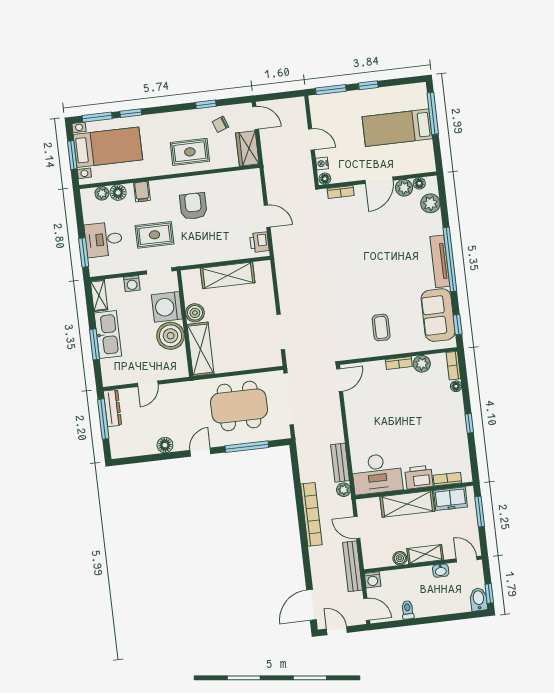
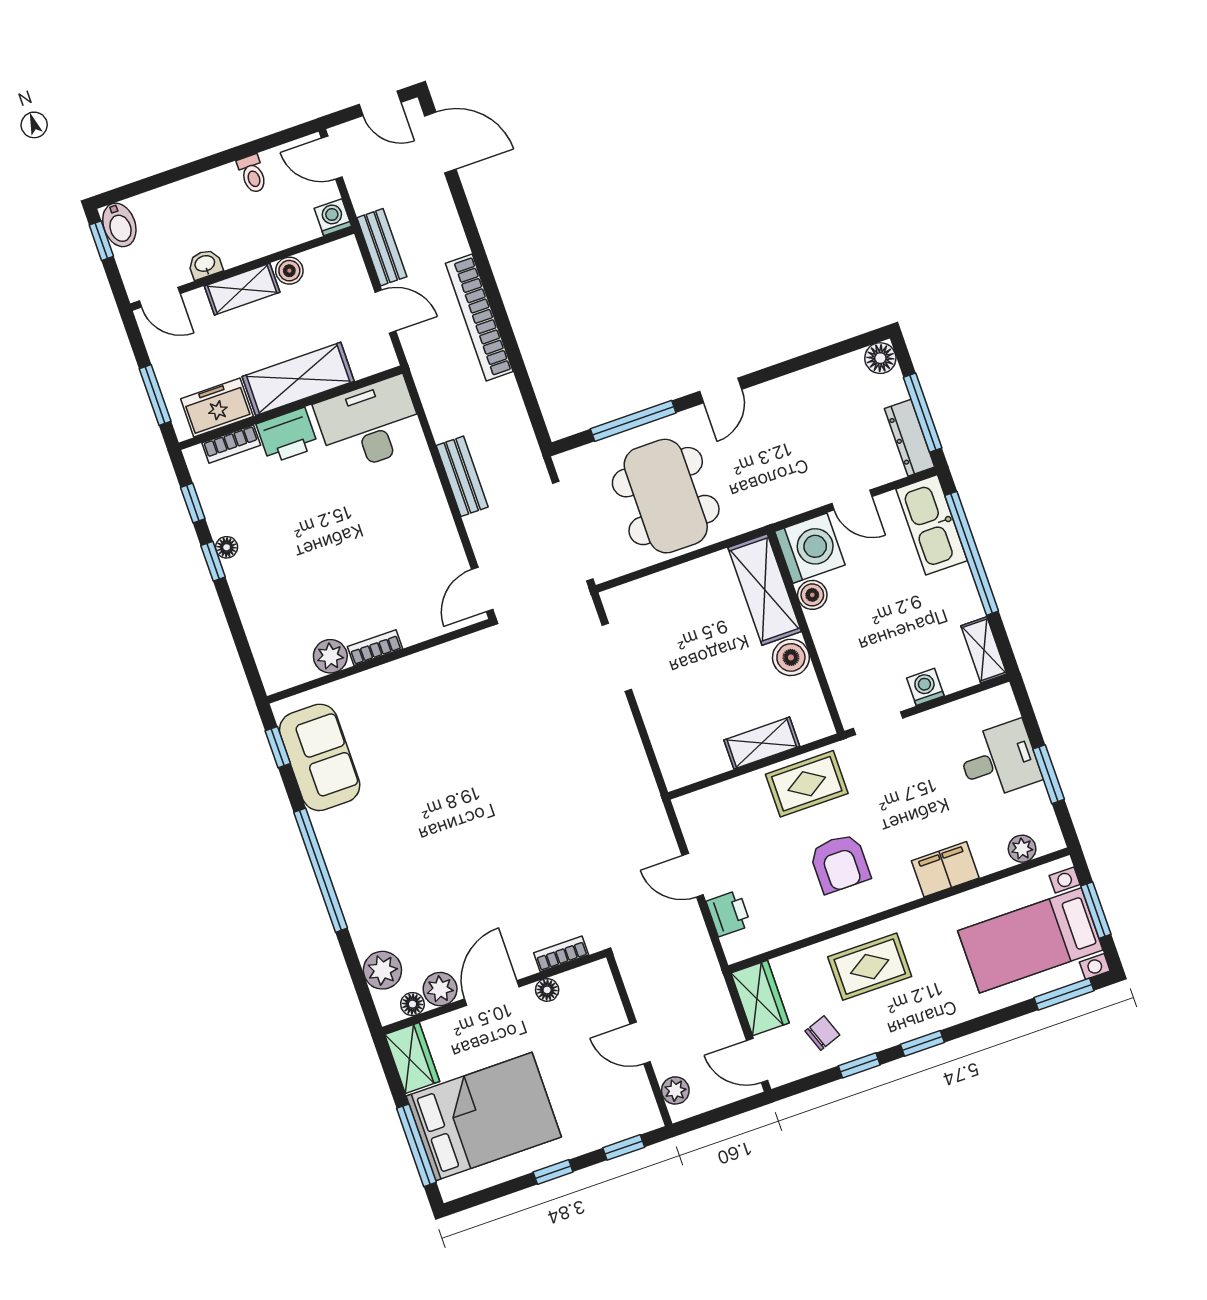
window: (331, 90) -> (624, 1147), width x0.67
window: (131, 113) -> (922, 1043), moved
bed: (397, 128) -> (484, 1117), width x1.50
wardrobe: (425, 157) -> (412, 1058), added
nightstand: (322, 164) -> (609, 1001), removed
floor lamp: (325, 179) -> (547, 990), moved
filing cabinet: (142, 192) -> (945, 869), width x2.00
floor lamp: (118, 193) -> (991, 857), removed
rug: (154, 235) -> (807, 784), moved
printer: (259, 242) -> (729, 913), moved
window: (84, 252) -> (1049, 774), moved
tv unit: (440, 261) -> (339, 862), removed
shelving: (228, 275) -> (762, 743), width x0.67, depth x0.75
washing machine: (167, 307) -> (810, 548), moved
coffee table: (381, 328) -> (425, 709), removed
kitchen sink: (108, 334) -> (932, 525), moved
boiler: (171, 336) -> (812, 595), width x0.54, depth x0.54
window: (95, 344) -> (972, 553), width x2.11
bookcase: (453, 366) -> (268, 666), removed
door: (148, 384) -> (852, 500), swing flipped
floor lamp: (456, 386) -> (227, 547), moved
dining table: (239, 406) -> (666, 496), turned 90
floor lamp: (165, 445) -> (880, 358), moved
window: (473, 454) -> (193, 503), added
bench: (340, 463) -> (462, 476), moved
plant: (344, 490) -> (675, 1090), moved
bench: (352, 566) -> (382, 247), width x0.73
door: (311, 605) -> (440, 142), hinge flipped

